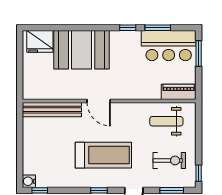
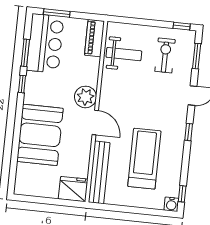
fridge: (40, 41) -> (73, 189), moved, turned -90
plant: (122, 89) -> (85, 97), added
door: (99, 101) -> (95, 122), hinge flipped
weight bench: (166, 121) -> (124, 54), turned -90
treadmill: (103, 155) -> (144, 159), moved

